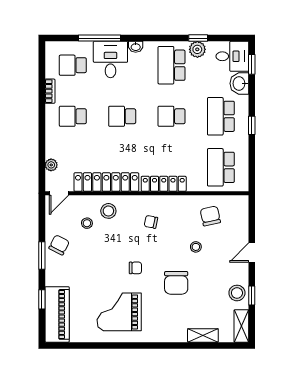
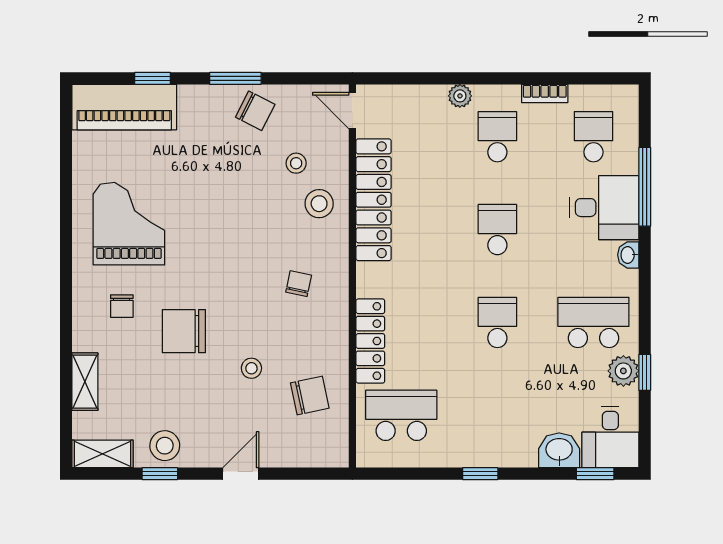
school desk: (221, 116) -> (497, 415), removed
plant: (51, 165) -> (460, 96), moved
locker: (164, 184) -> (370, 341), moved
door: (252, 252) -> (241, 474), hinge flipped
chair: (135, 268) -> (122, 306), moved

